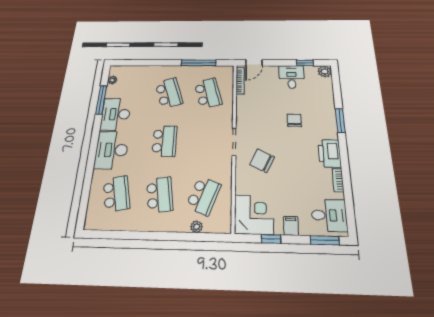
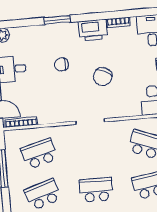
chair: (262, 161) -> (103, 77), moved

